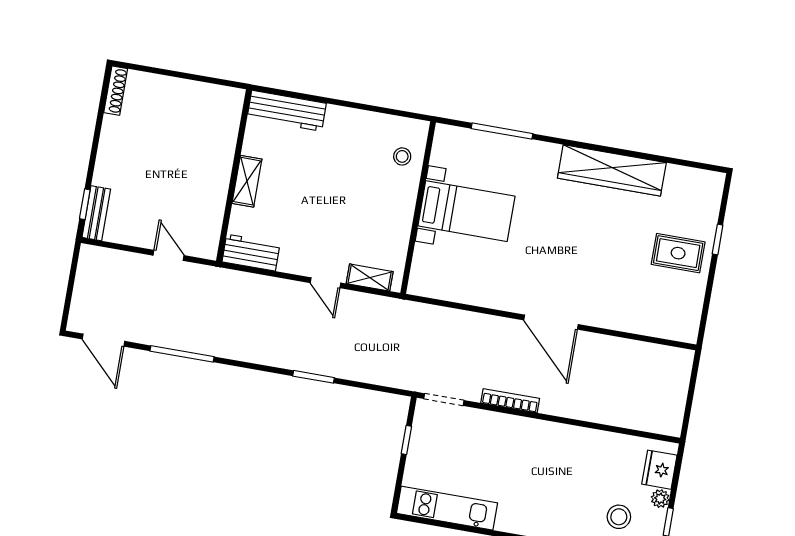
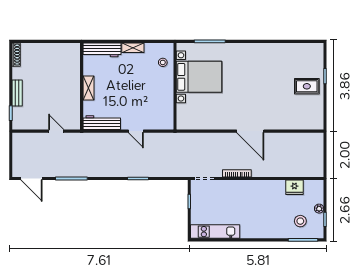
wardrobe: (612, 170) -> (267, 51), removed
bed with nightstands: (466, 211) -> (199, 77), width x1.36
bench: (96, 213) -> (17, 93), moved
workbench: (251, 253) -> (102, 123), width x1.38
shelving: (370, 278) -> (133, 48), moved
fridge: (659, 470) -> (294, 187), moved, turned -90

